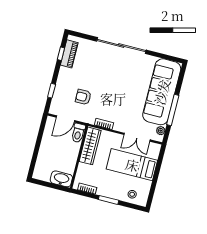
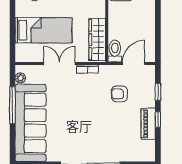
window: (61, 54) -> (158, 120), moved
piano: (69, 54) -> (148, 124), moved
armchair: (83, 97) -> (119, 94), turned 180
double door: (137, 137) -> (59, 63), moved

